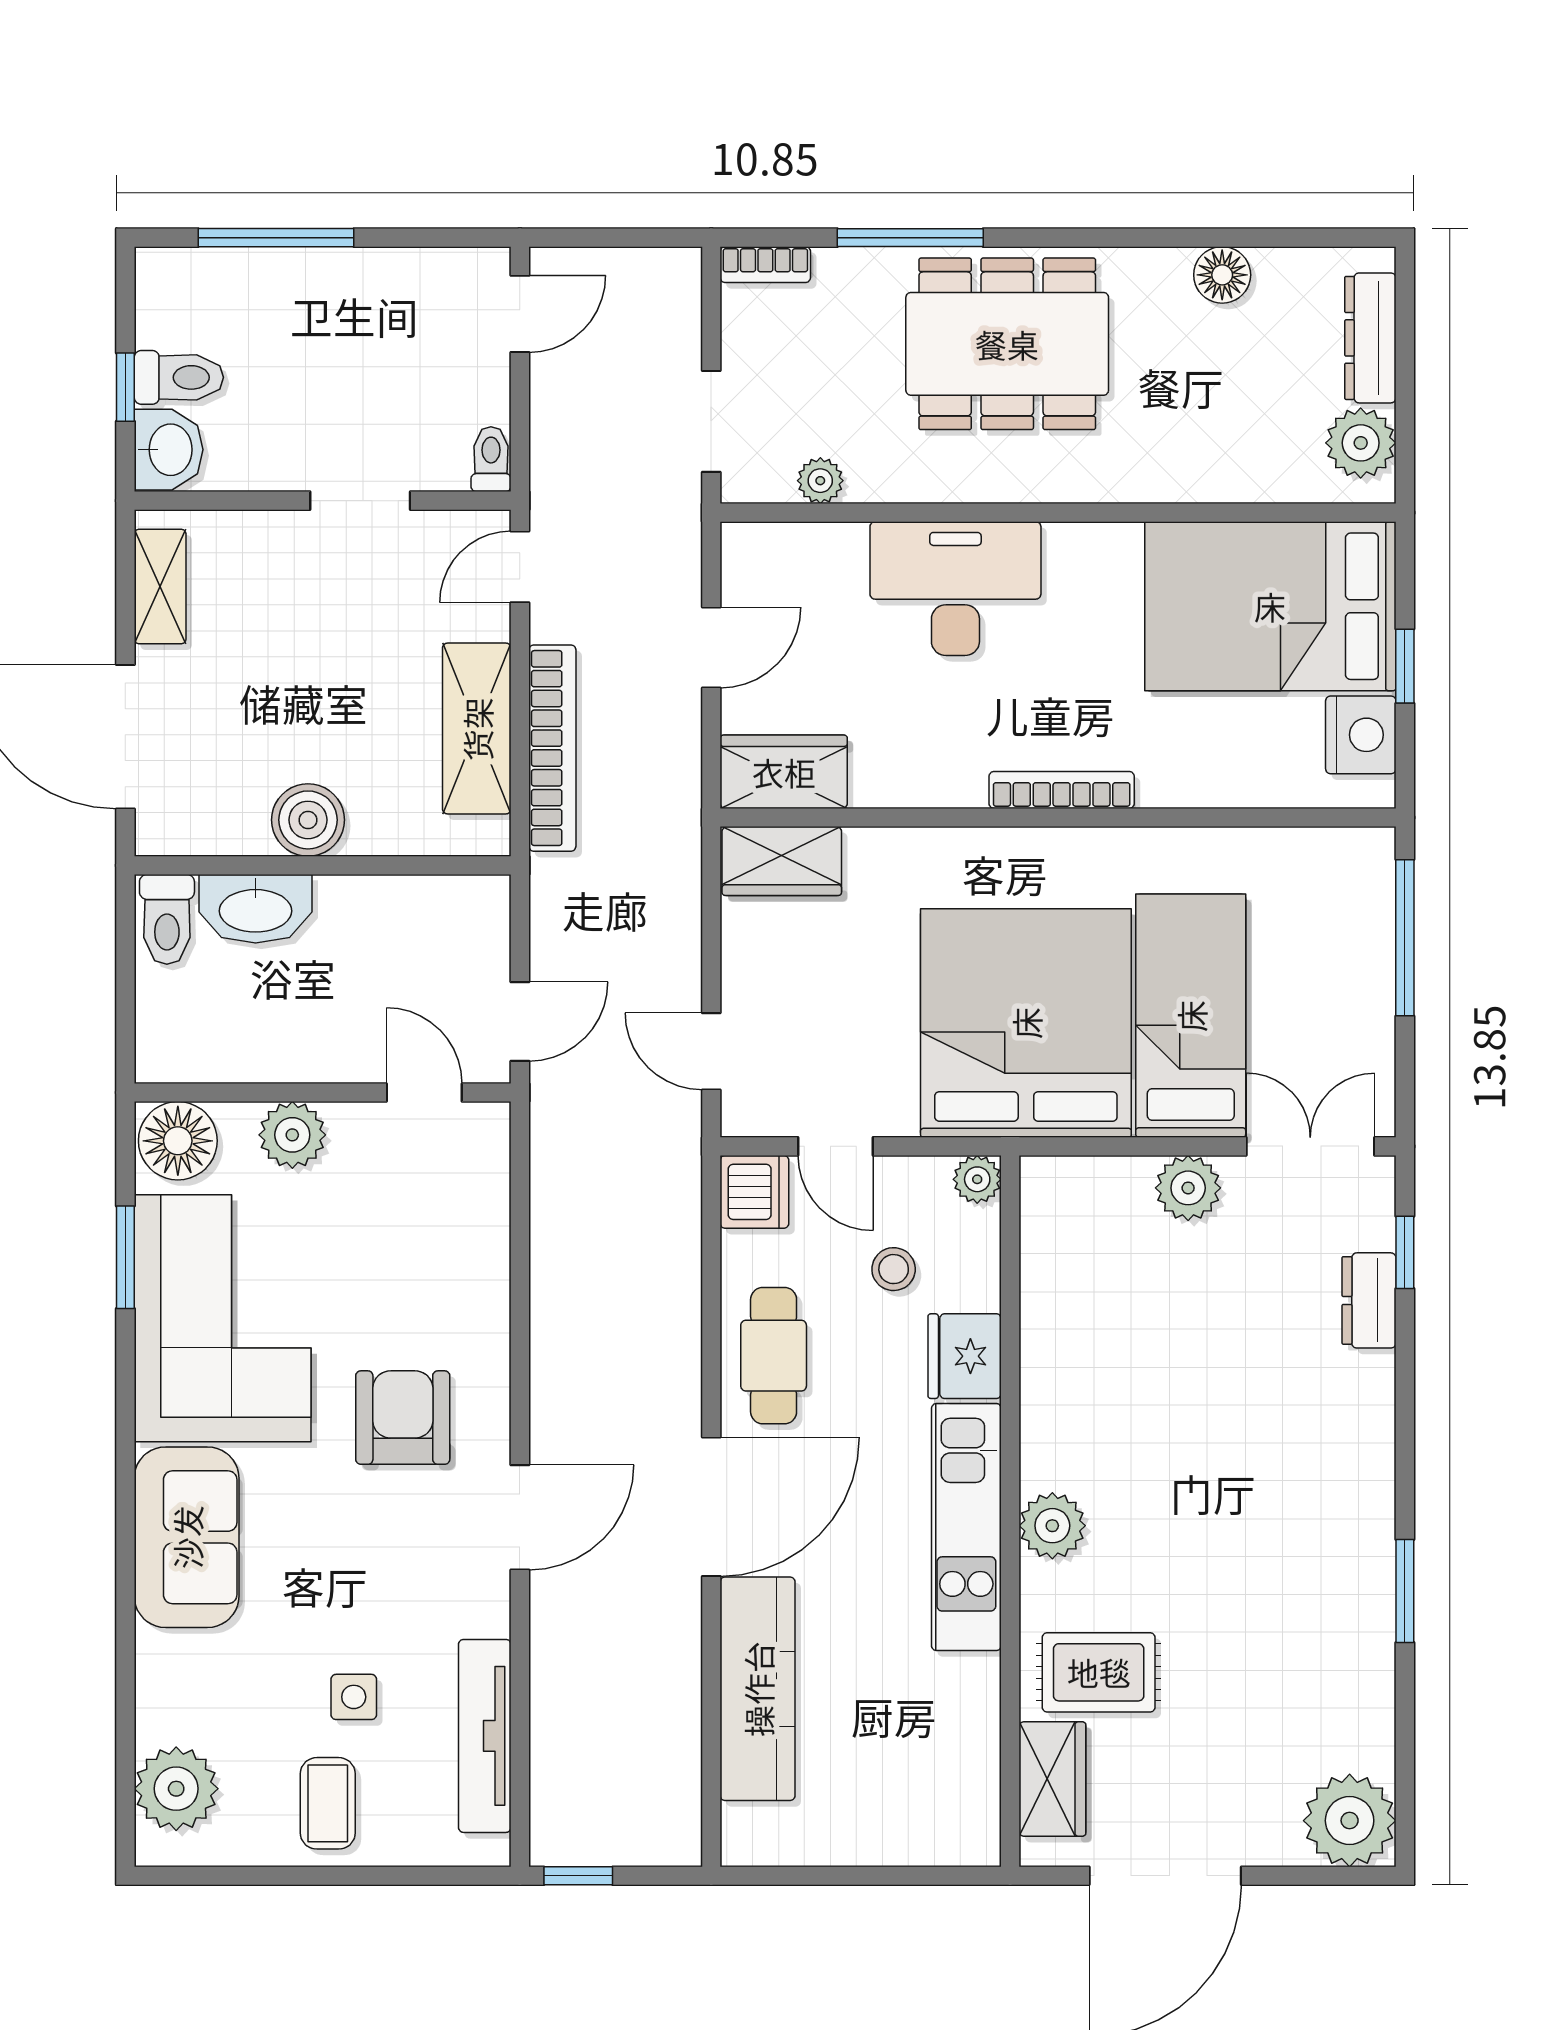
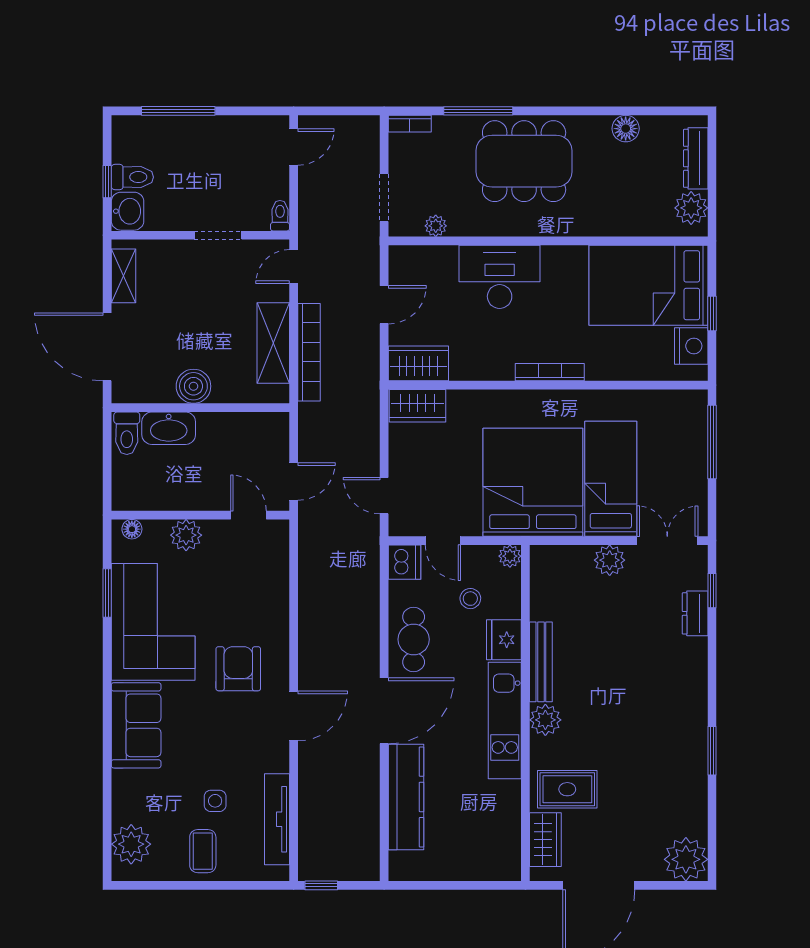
floor lamp: (178, 1141) -> (132, 529), width x0.53, depth x0.53
bench: (1043, 1403) -> (541, 662), added

